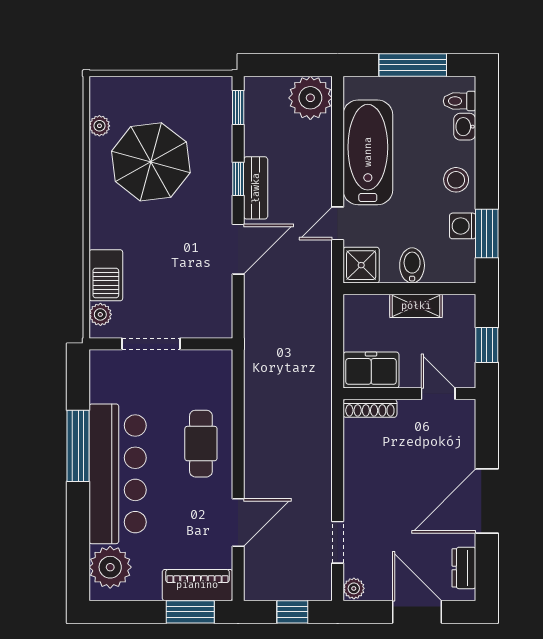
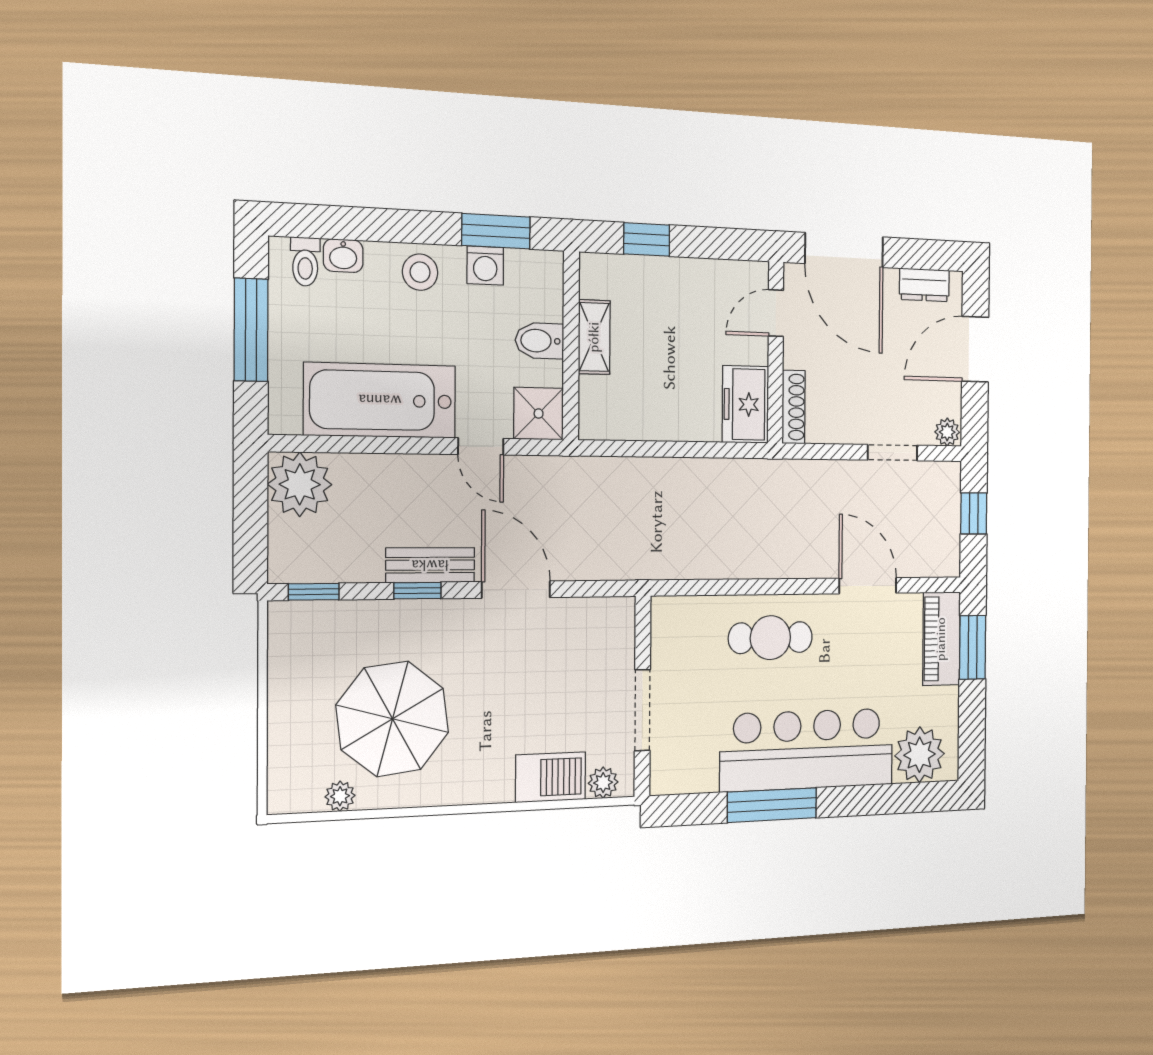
freezer: (371, 370) -> (746, 404), moved
wall: (409, 394) -> (776, 352), moved
door: (438, 394) -> (776, 313), moved
shoe rack: (370, 408) -> (793, 407), moved

